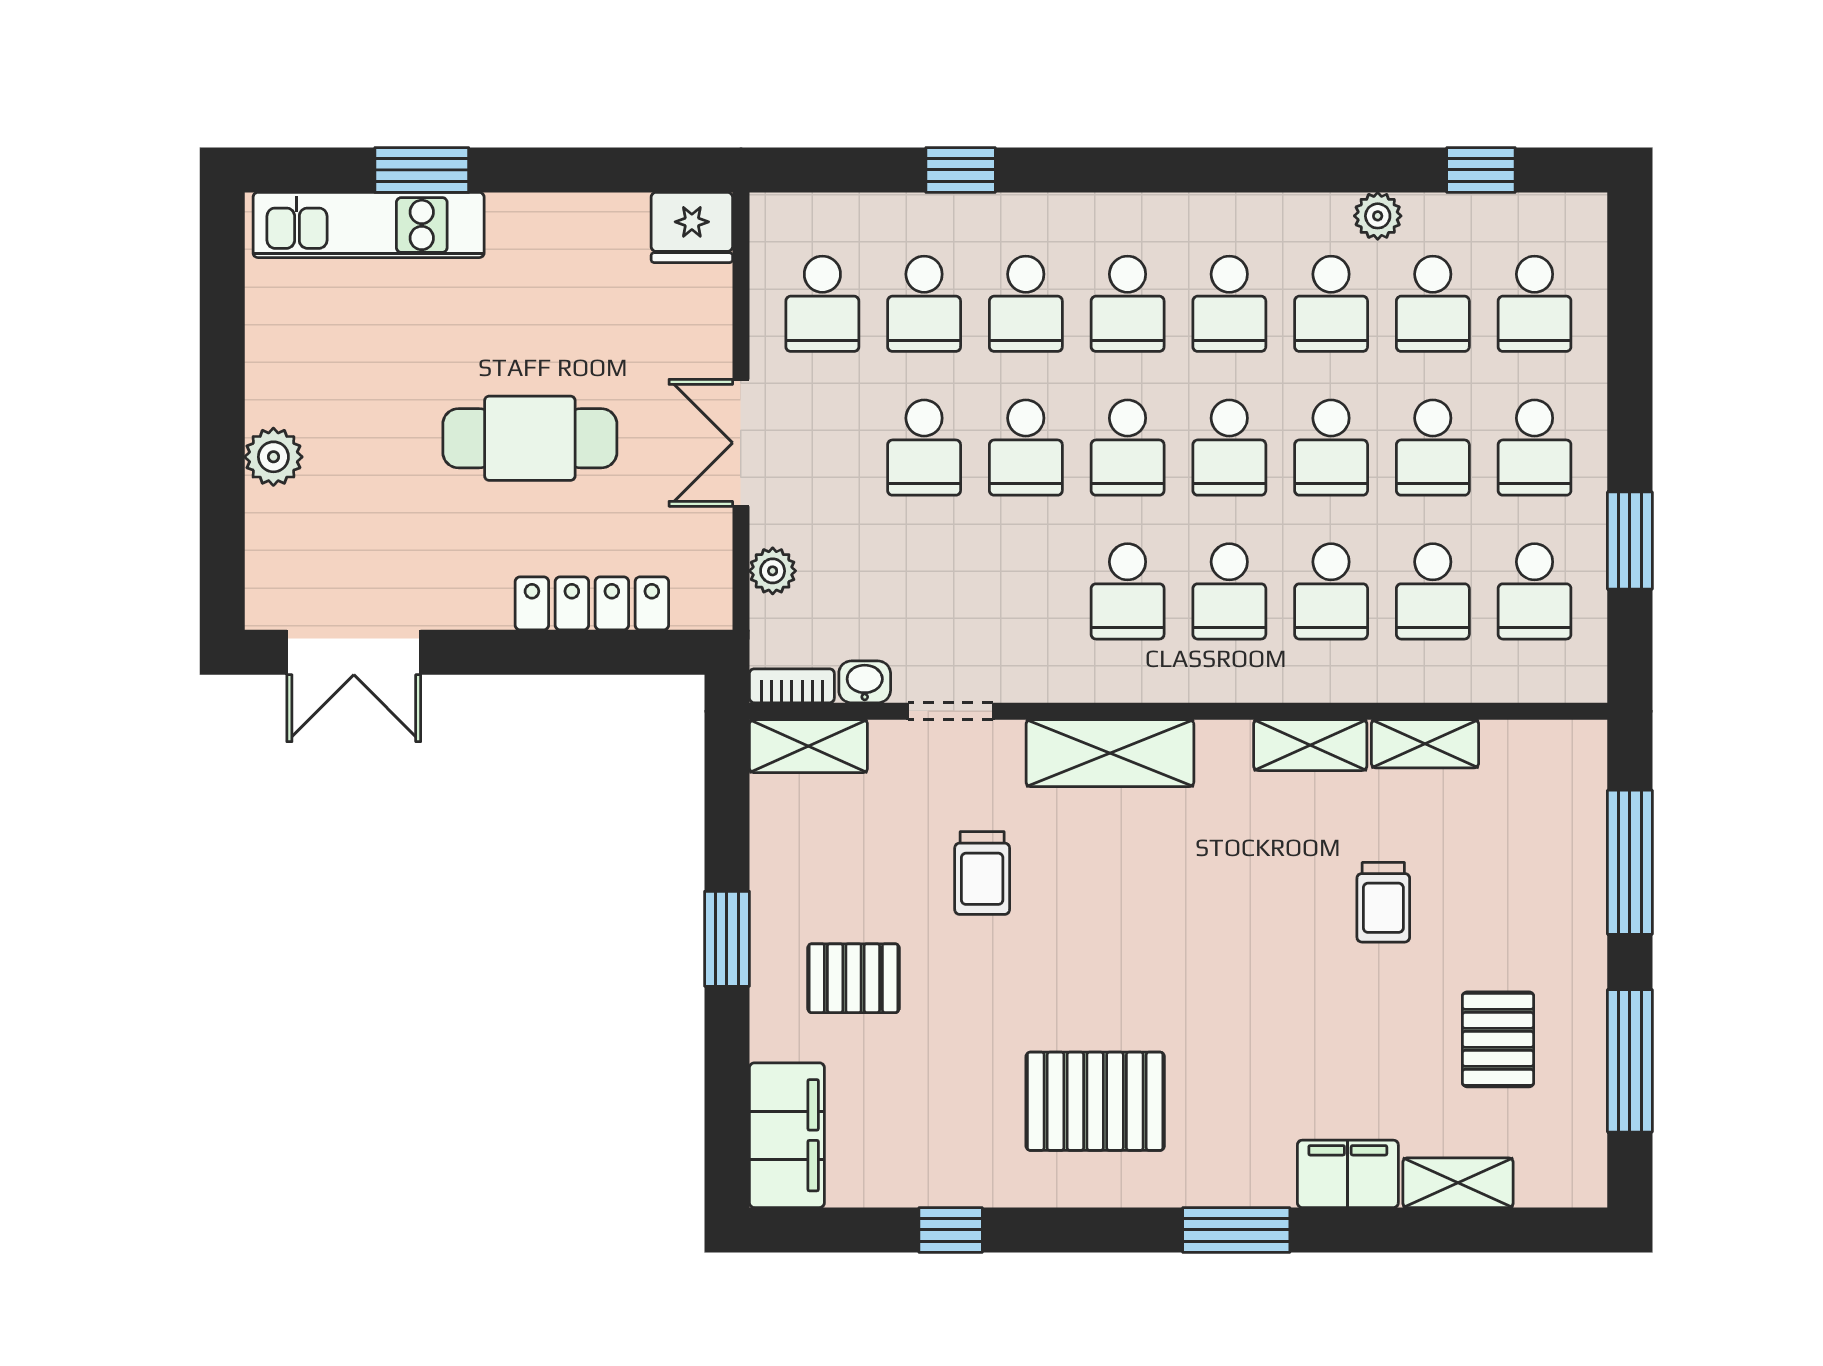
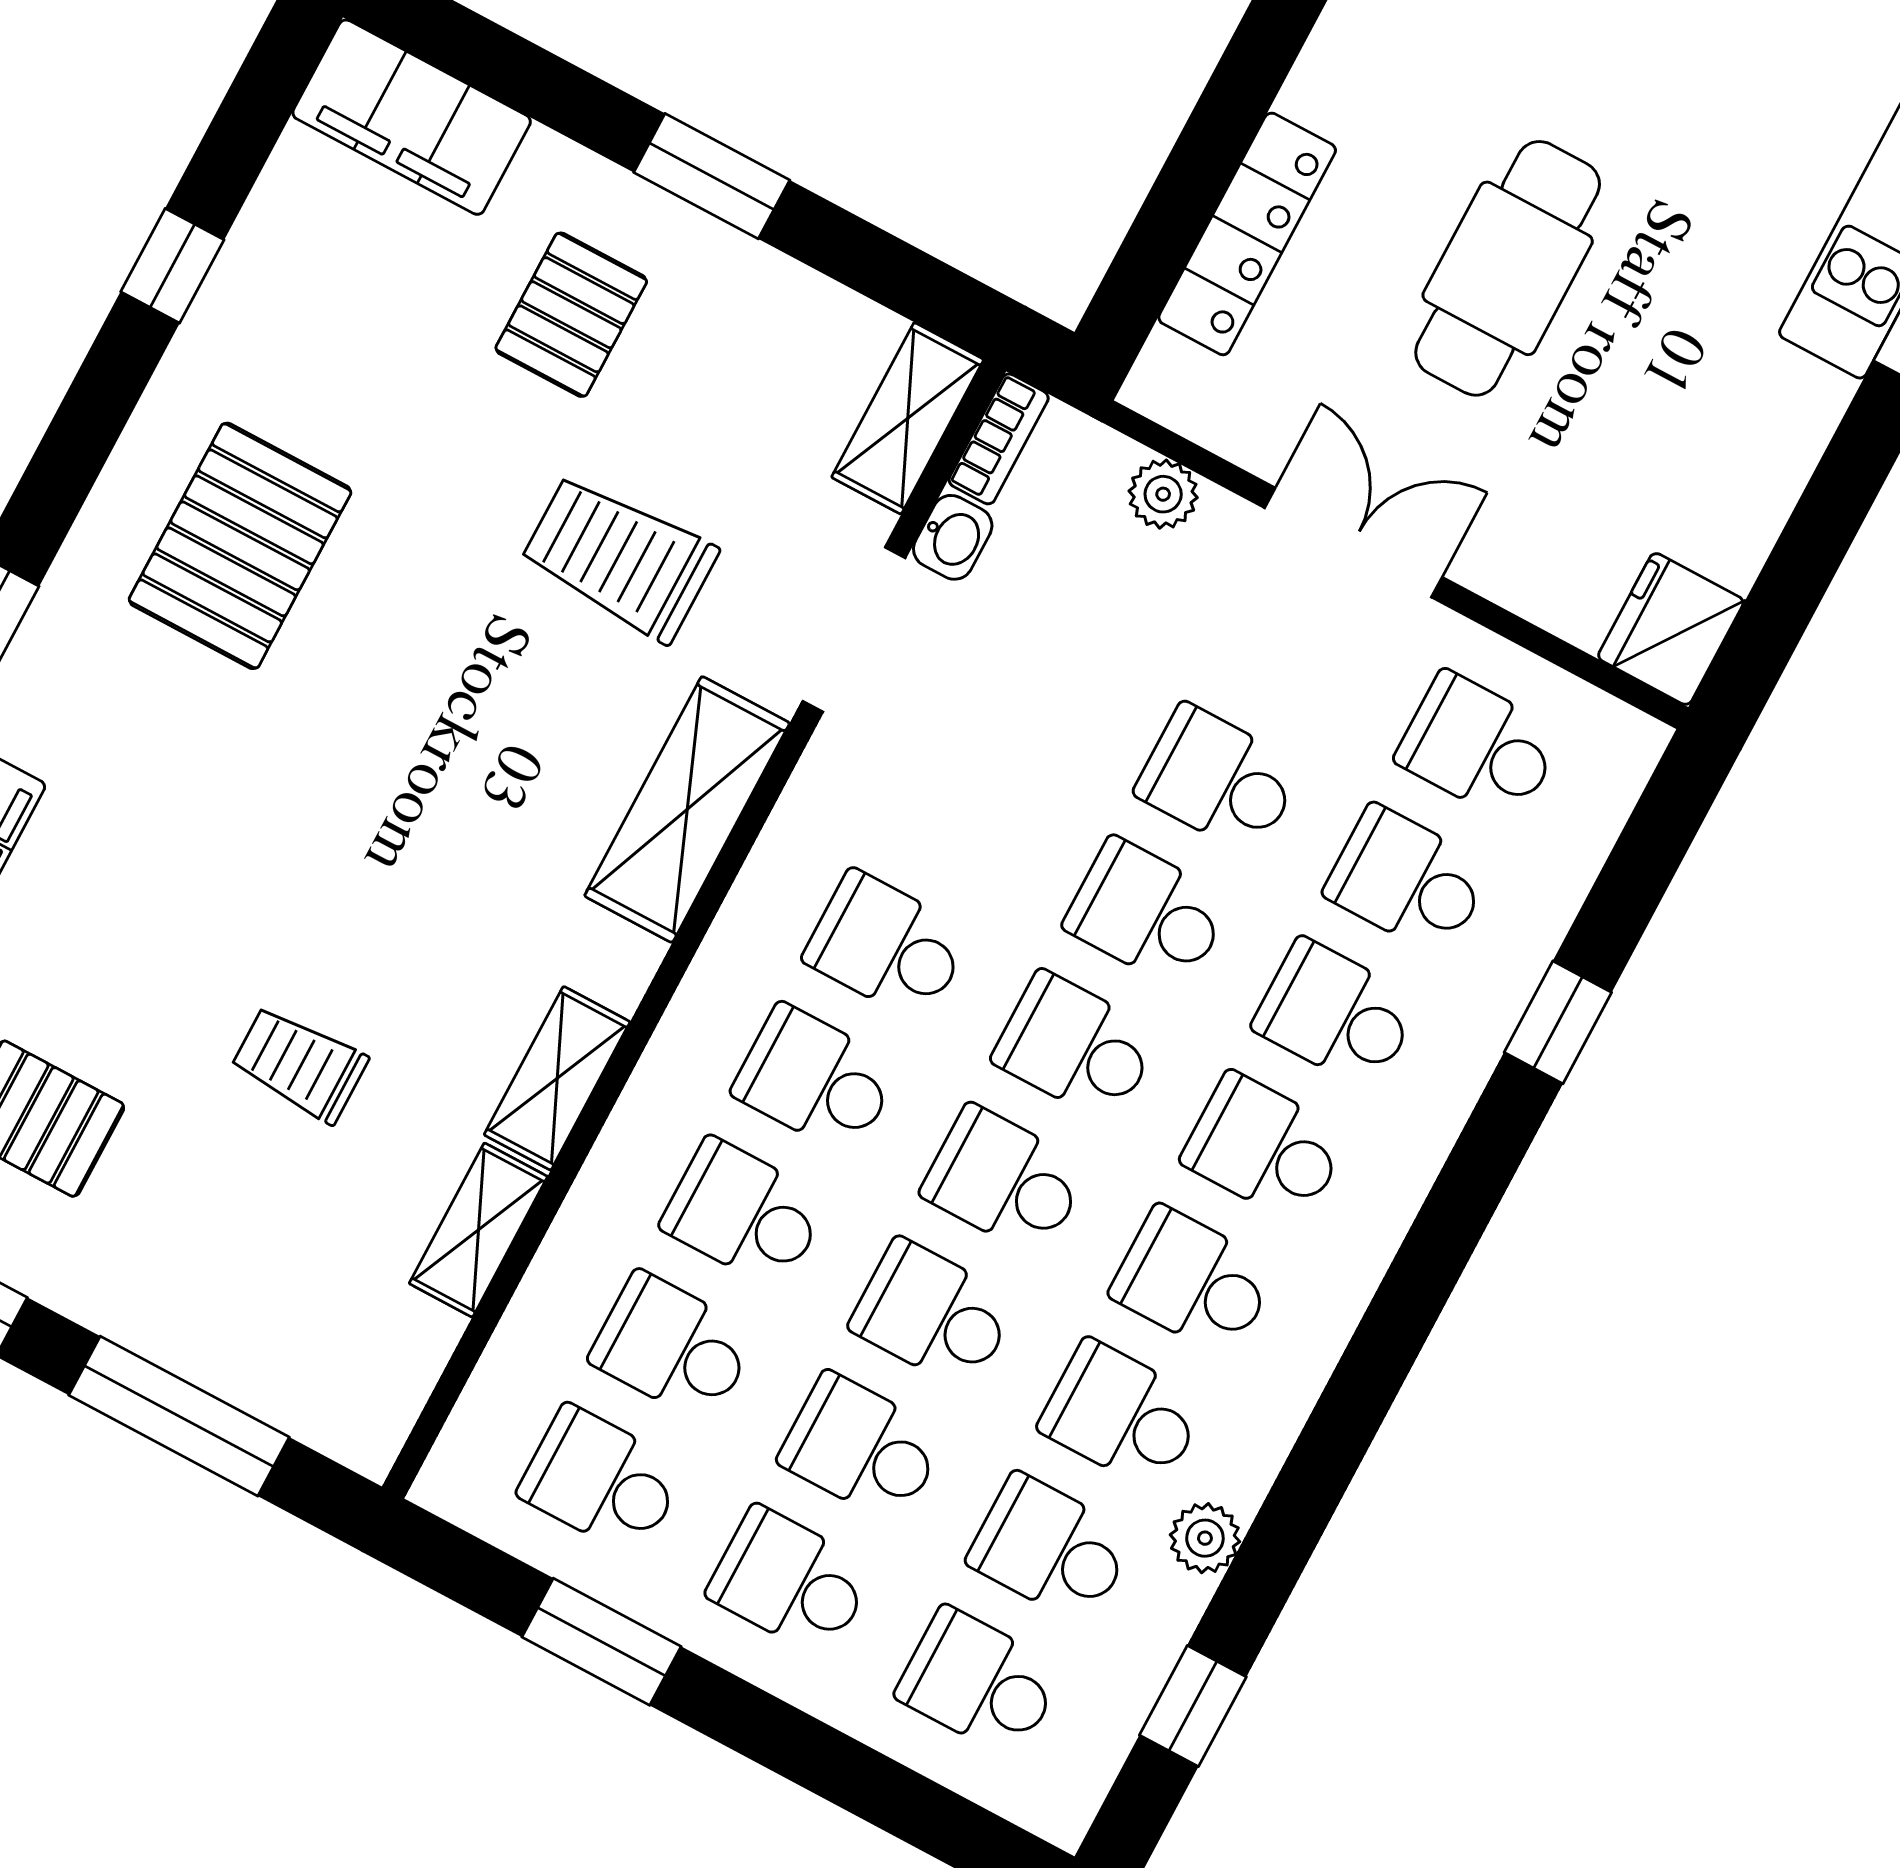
doorway: (950, 711) -> (854, 629), width x1.38
trolley: (982, 873) -> (619, 558), width x1.36, depth x1.39

